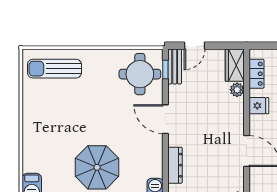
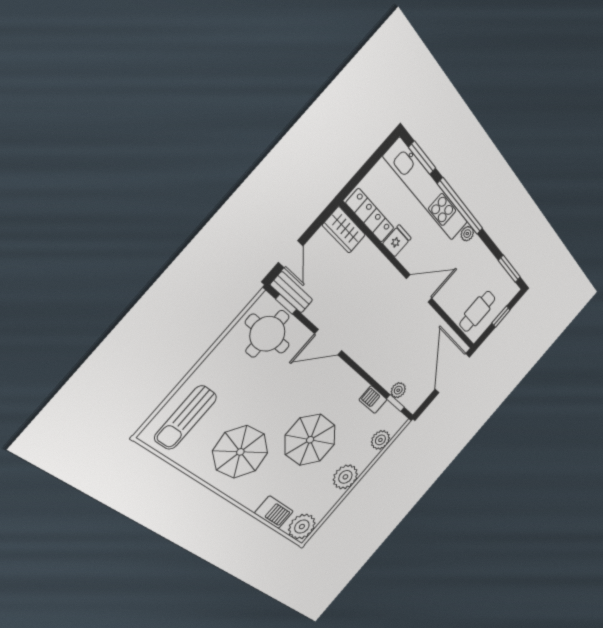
locker: (257, 74) -> (370, 216), width x1.53
plant: (237, 90) -> (366, 249), removed
parasol: (57, 124) -> (240, 452), added
dresser: (175, 165) -> (372, 366), removed

